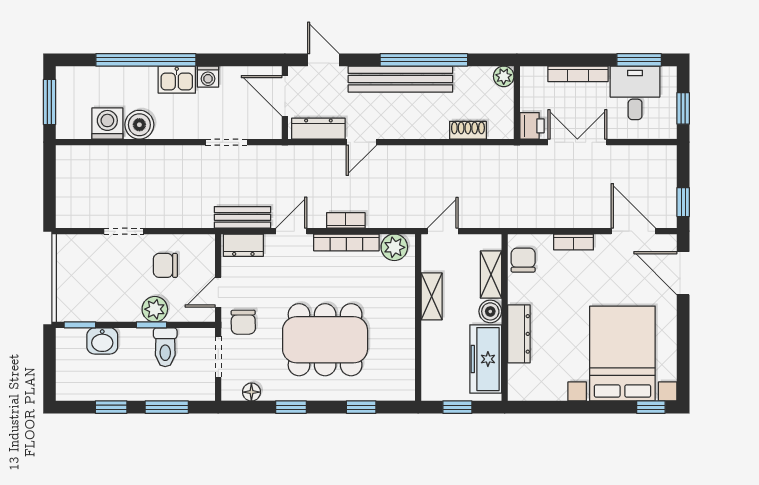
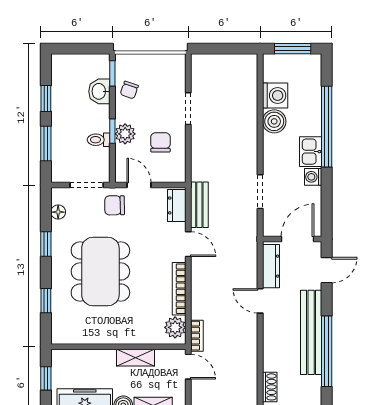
bookcase: (346, 220) -> (197, 336), moved
chair: (101, 304) -> (129, 90), added
toilet: (165, 347) -> (99, 140), width x0.73, depth x0.72

